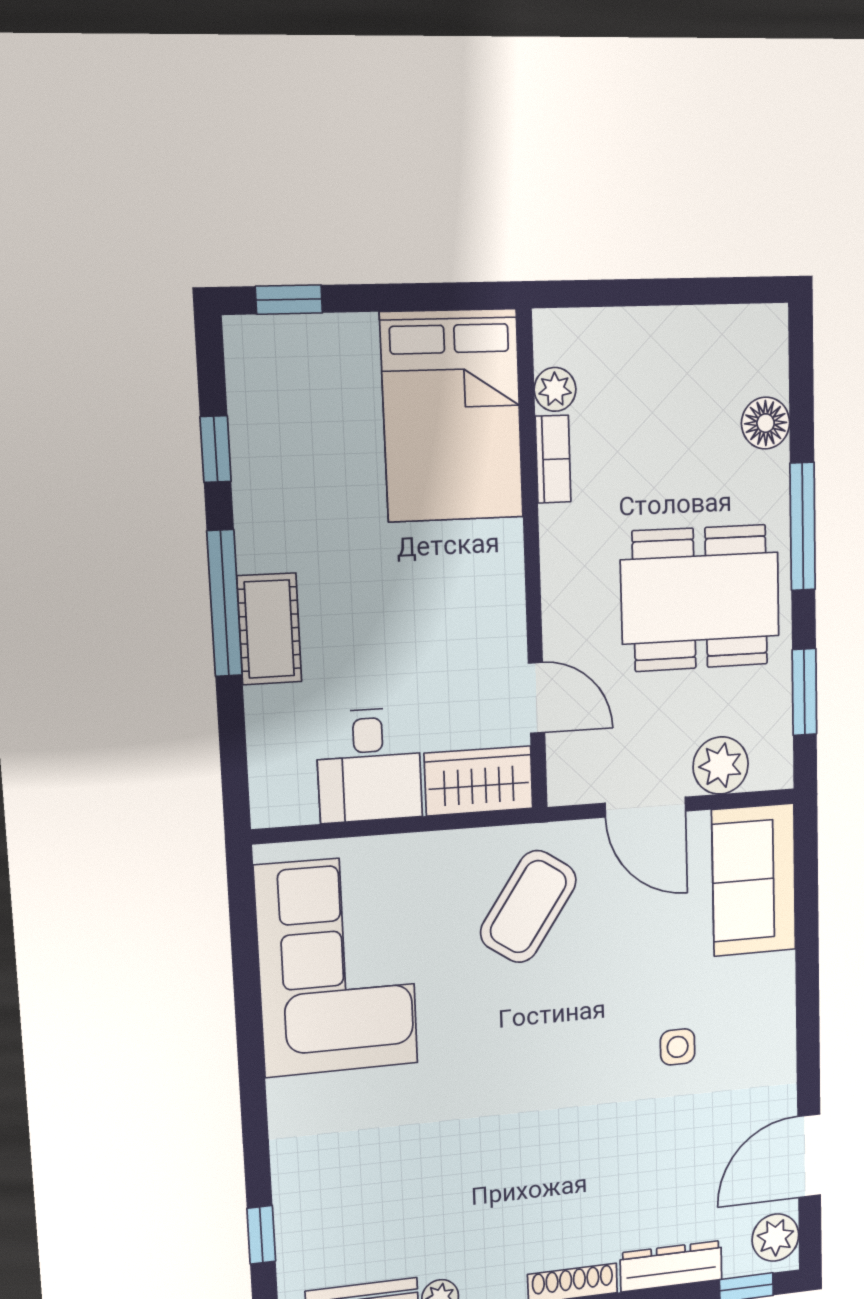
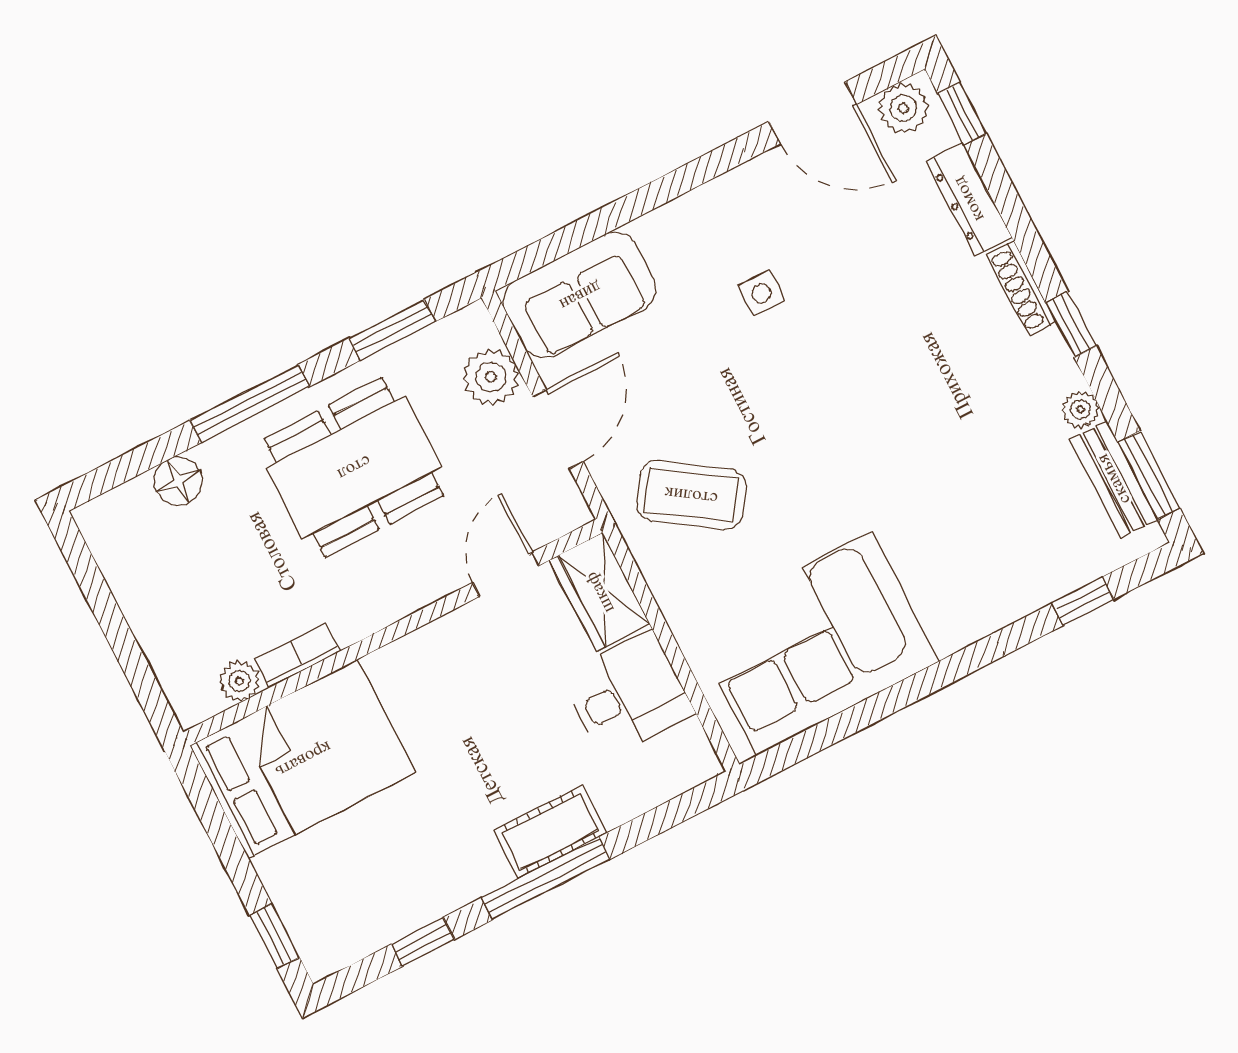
dining table: (700, 598) -> (354, 467), turned 90

